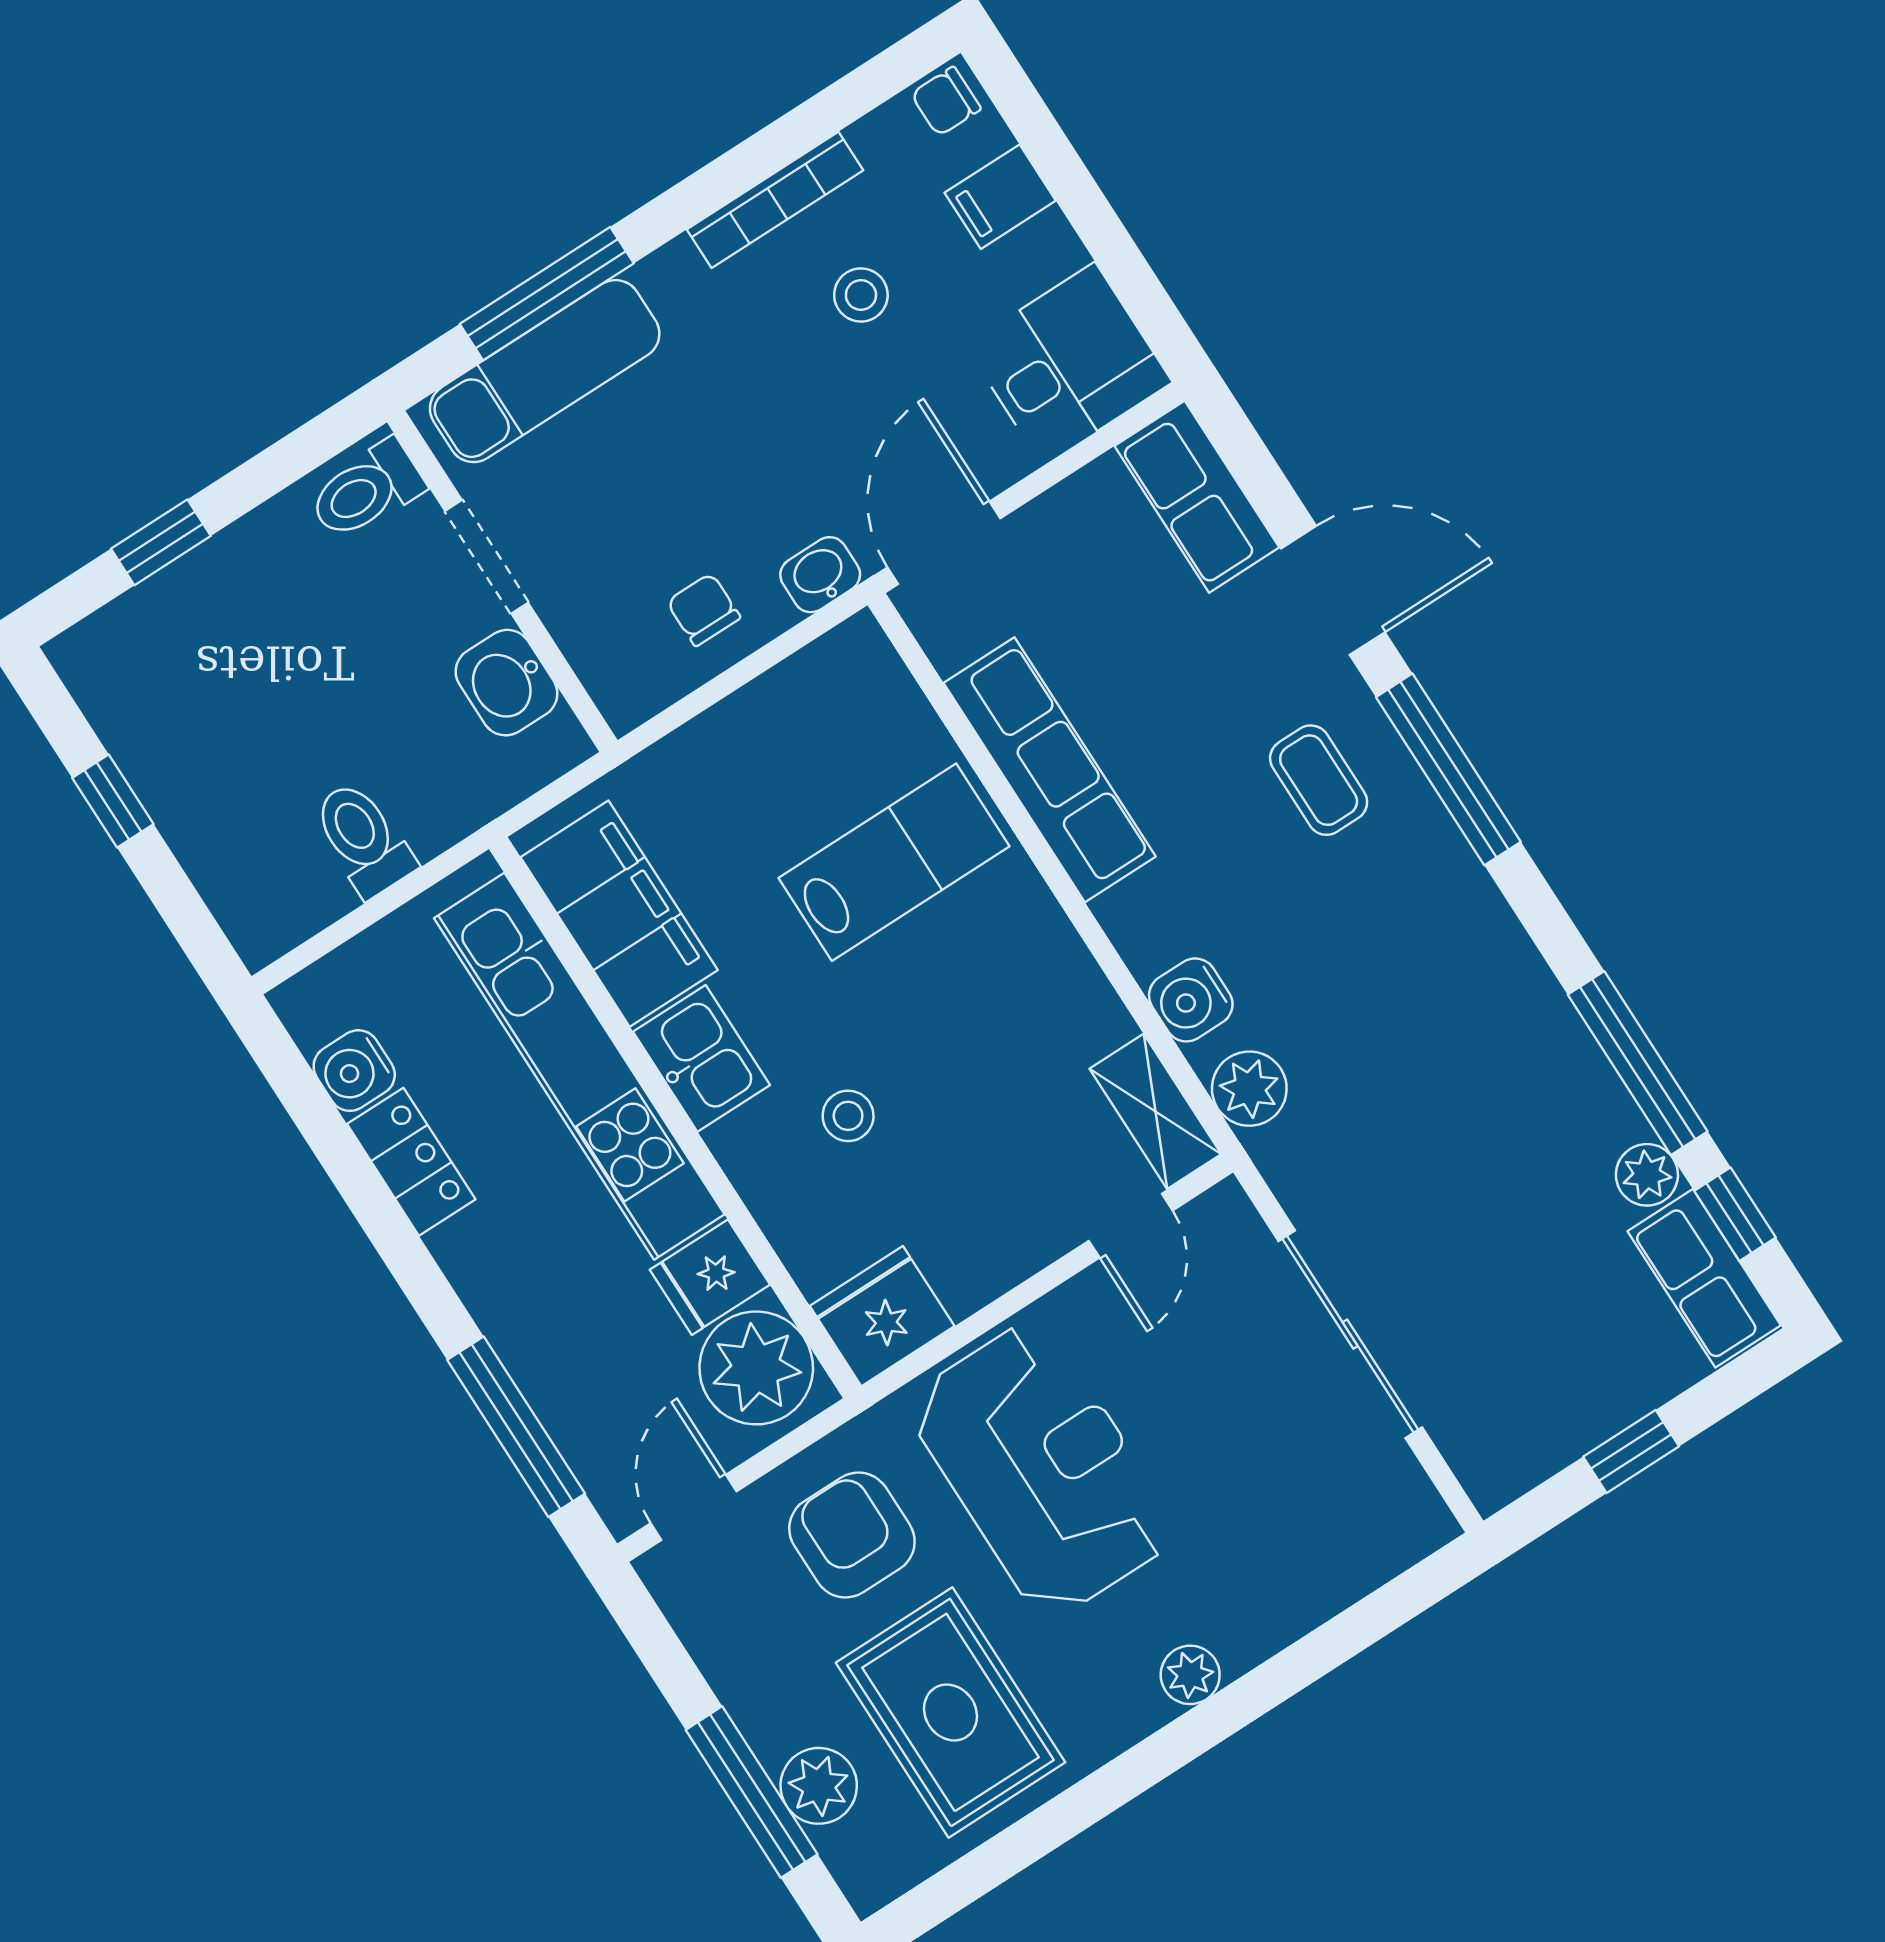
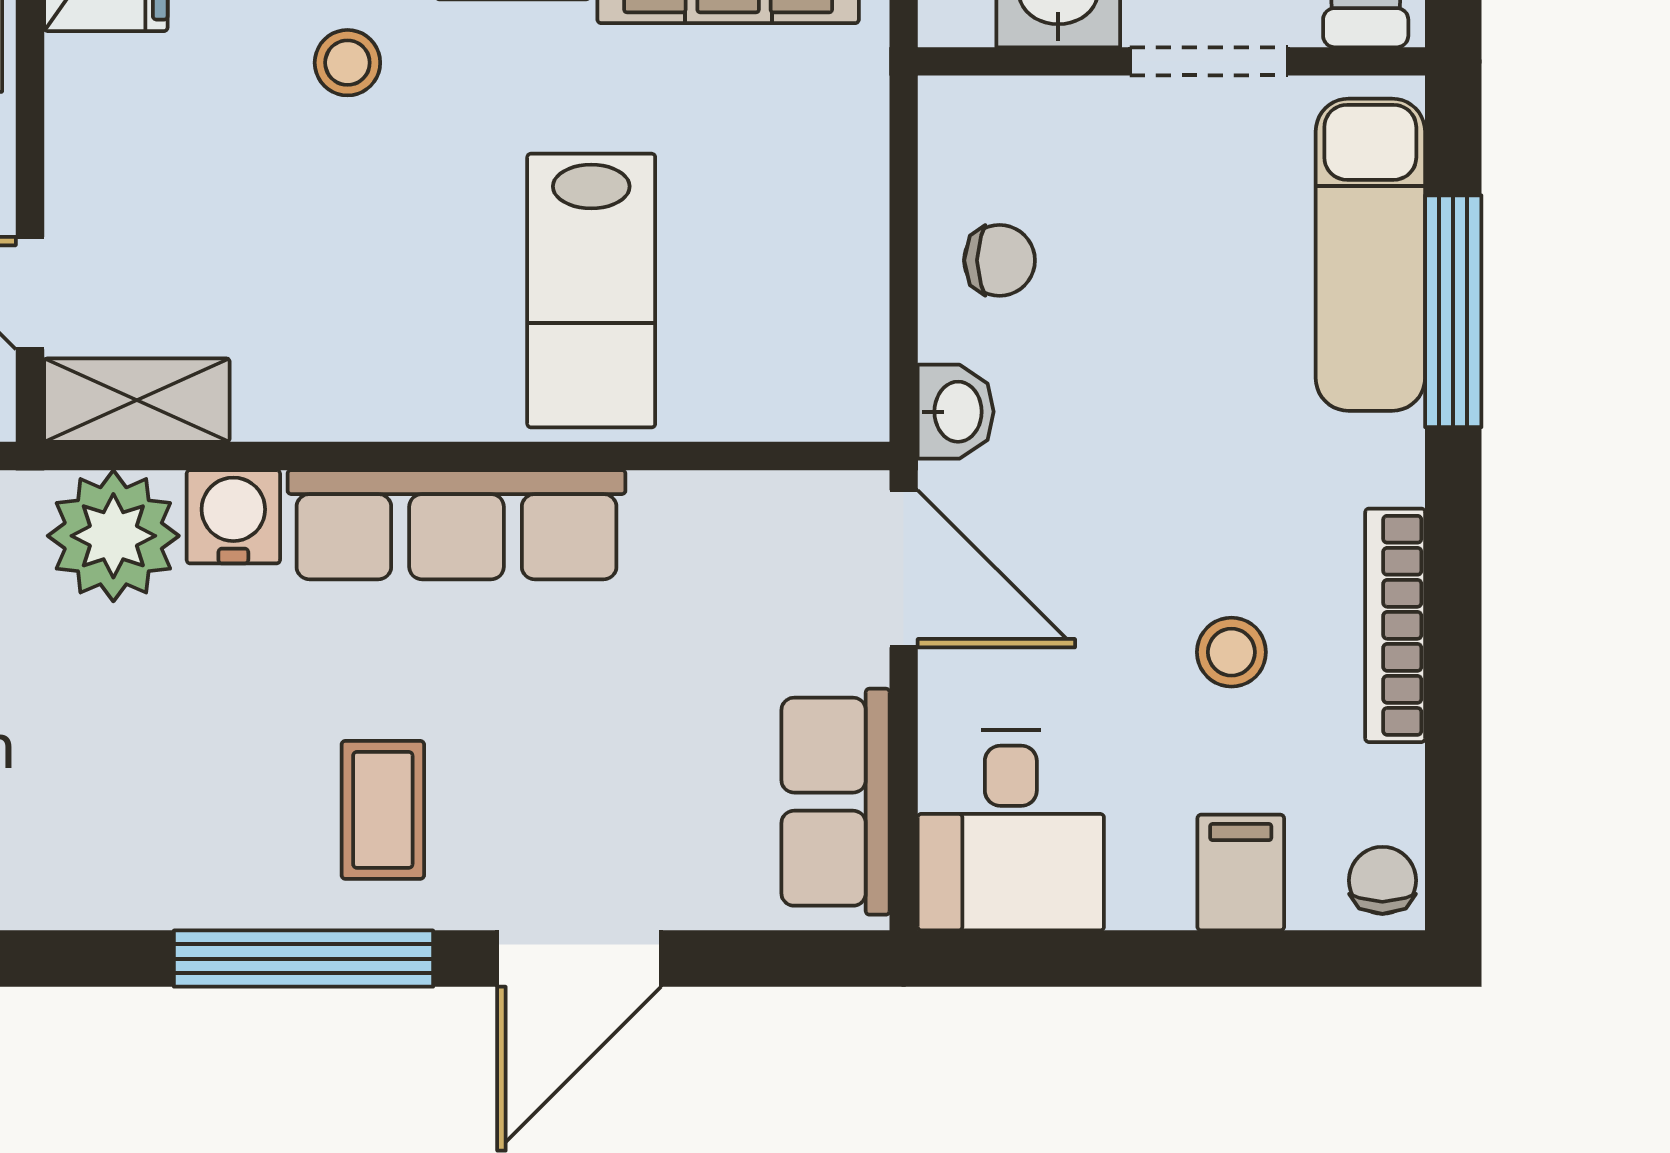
row of seats: (1197, 497) -> (835, 802), moved, turned -90
row of seats: (1050, 770) -> (456, 525), moved
coffee table: (1319, 780) -> (383, 810), turned 90
plant: (1249, 1089) -> (113, 536), width x1.36, depth x1.36

